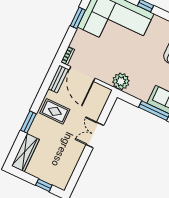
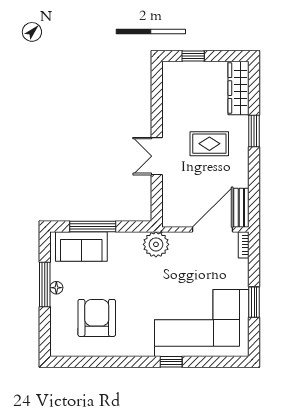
door: (82, 74) -> (213, 230), hinge flipped
rug: (55, 111) -> (209, 144), moved
double door: (95, 135) -> (157, 156), swing flipped

